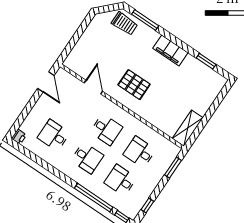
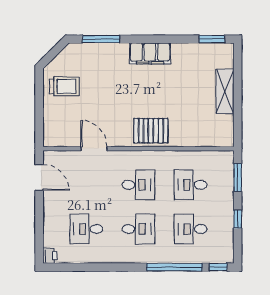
trolley: (125, 24) -> (64, 86), moved
window: (206, 61) -> (212, 39), moved
pallet: (134, 85) -> (151, 131), moved
shelving: (188, 128) -> (225, 91), moved
window: (147, 205) -> (238, 219), moved

